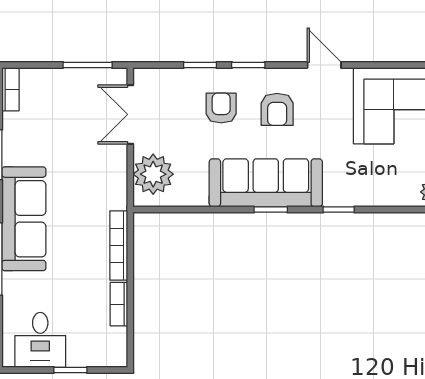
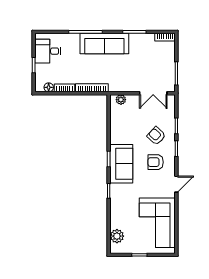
armchair: (221, 108) -> (156, 136), turned -137
double door: (130, 114) -> (153, 93), swing flipped
plant: (153, 174) -> (121, 100), width x0.53, depth x0.53
sofa: (266, 183) -> (121, 164), width x0.73
floor lamp: (118, 338) -> (49, 87), added

